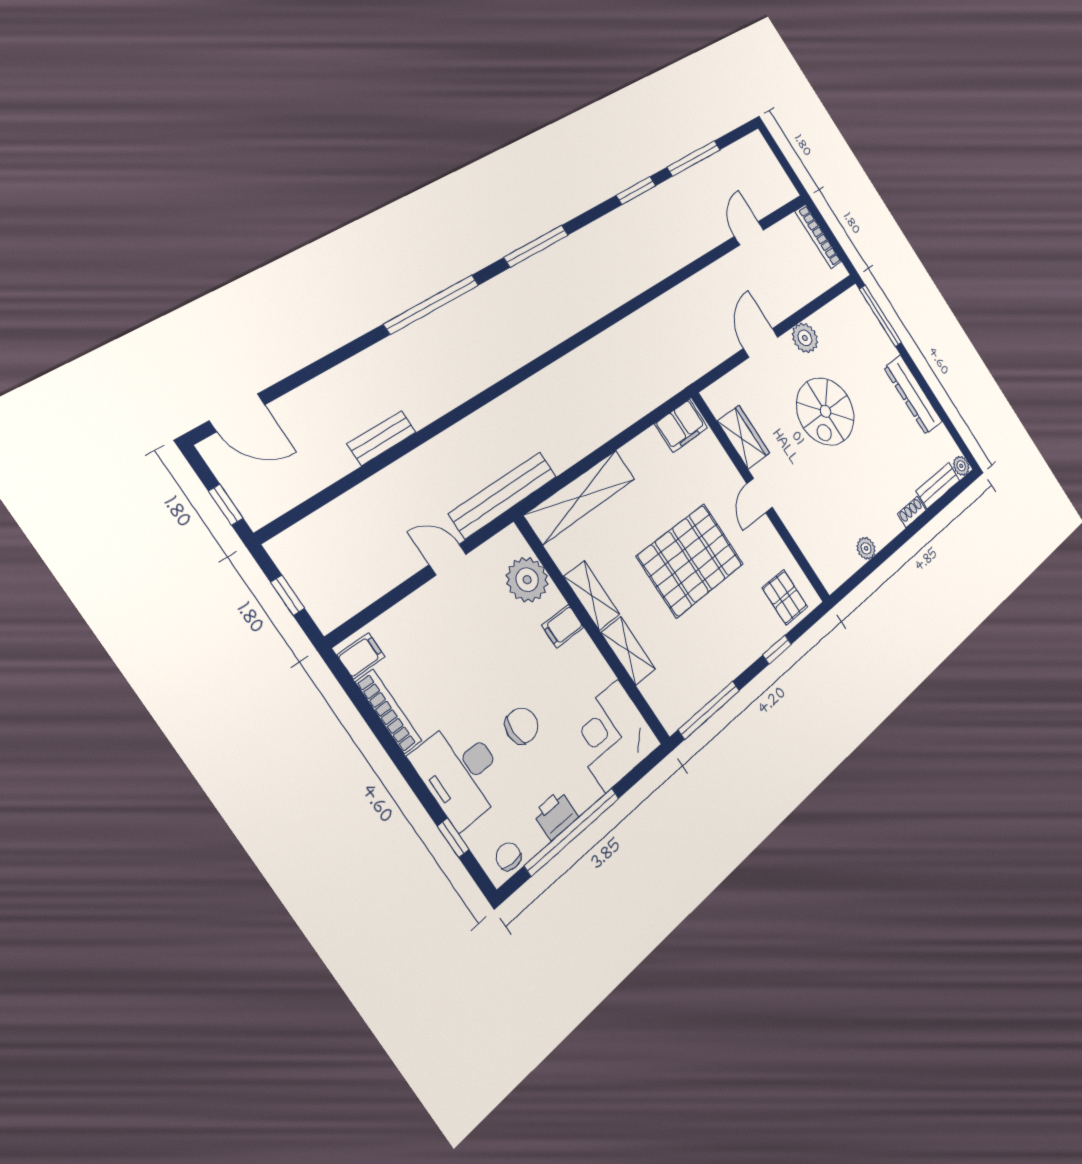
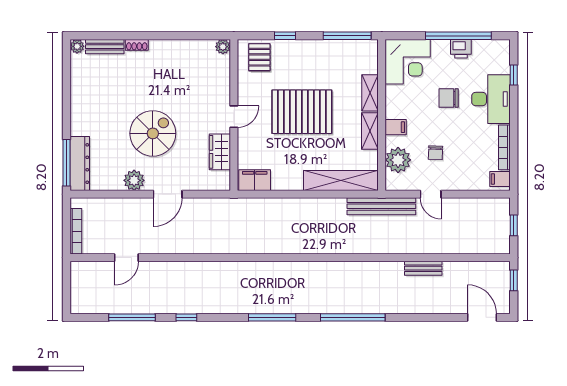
window: (636, 191) -> (186, 317), width x0.67
dresser: (913, 395) -> (80, 164), moved
plant: (866, 548) -> (223, 47), moved
chair: (508, 857) -> (435, 153), moved

